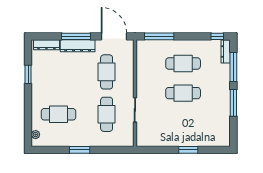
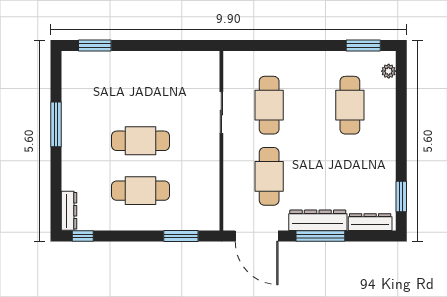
window: (159, 36) -> (181, 236), width x0.69
window: (233, 67) -> (56, 185), removed
window: (28, 74) -> (401, 196), moved
cafe table: (59, 114) -> (350, 105), turned 90
window: (80, 150) -> (363, 45), moved
window: (188, 150) -> (95, 45), moved

